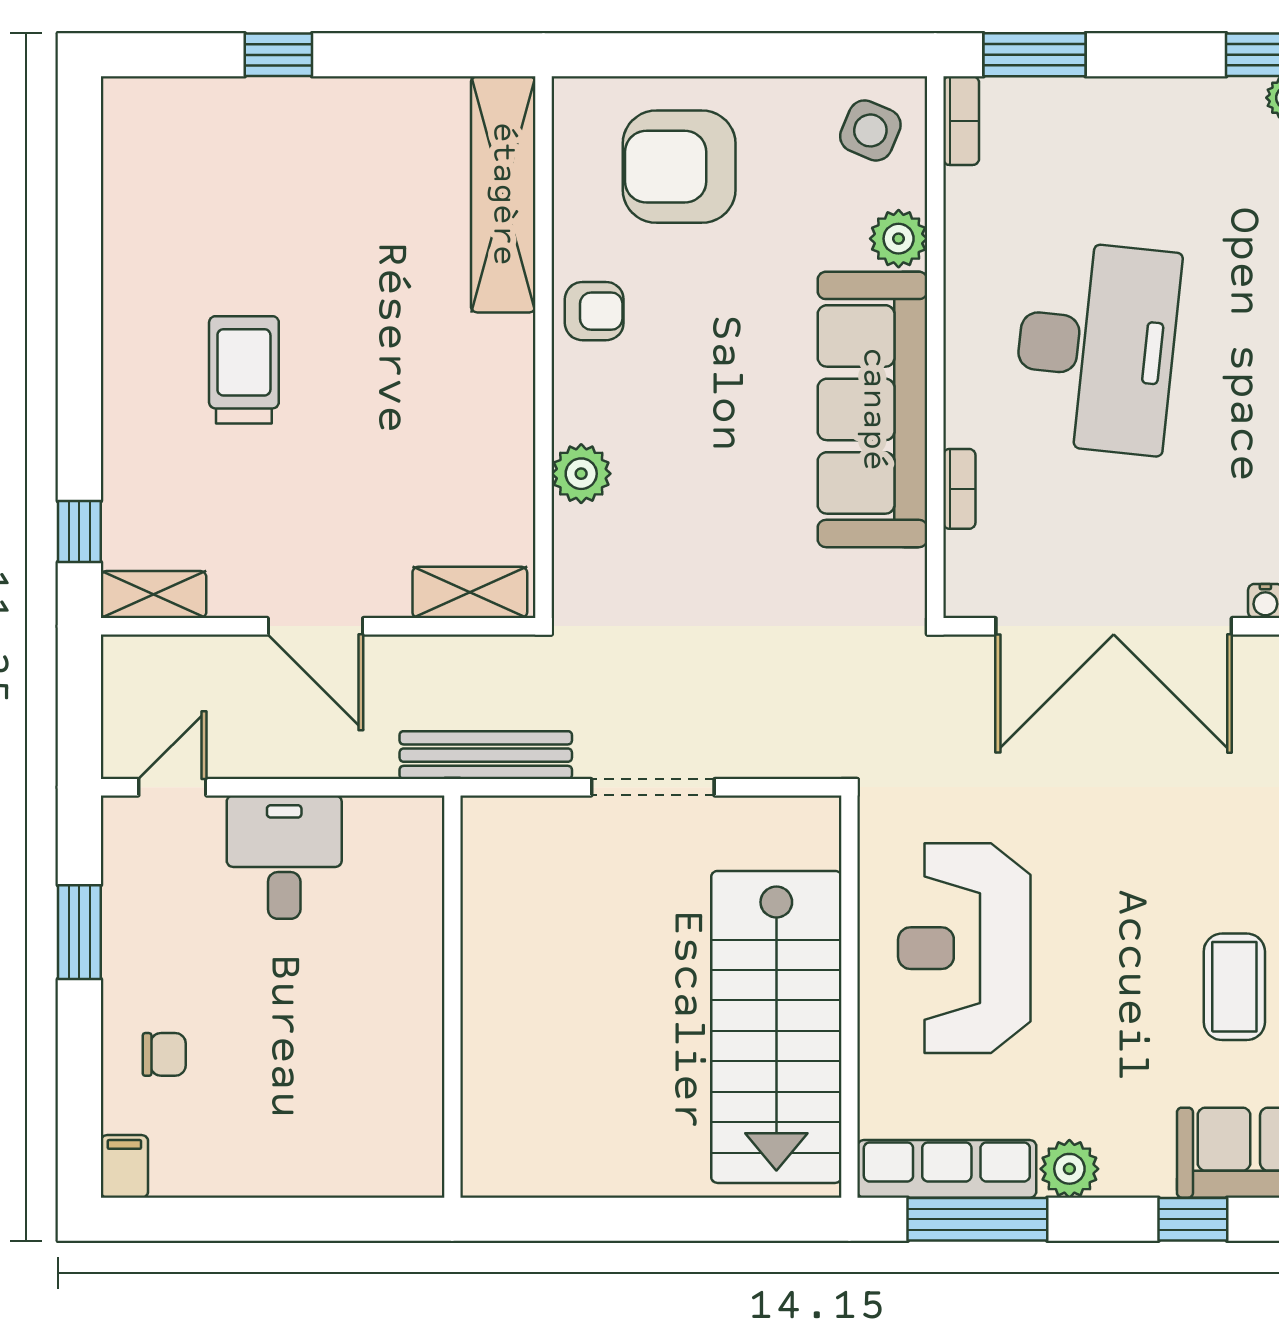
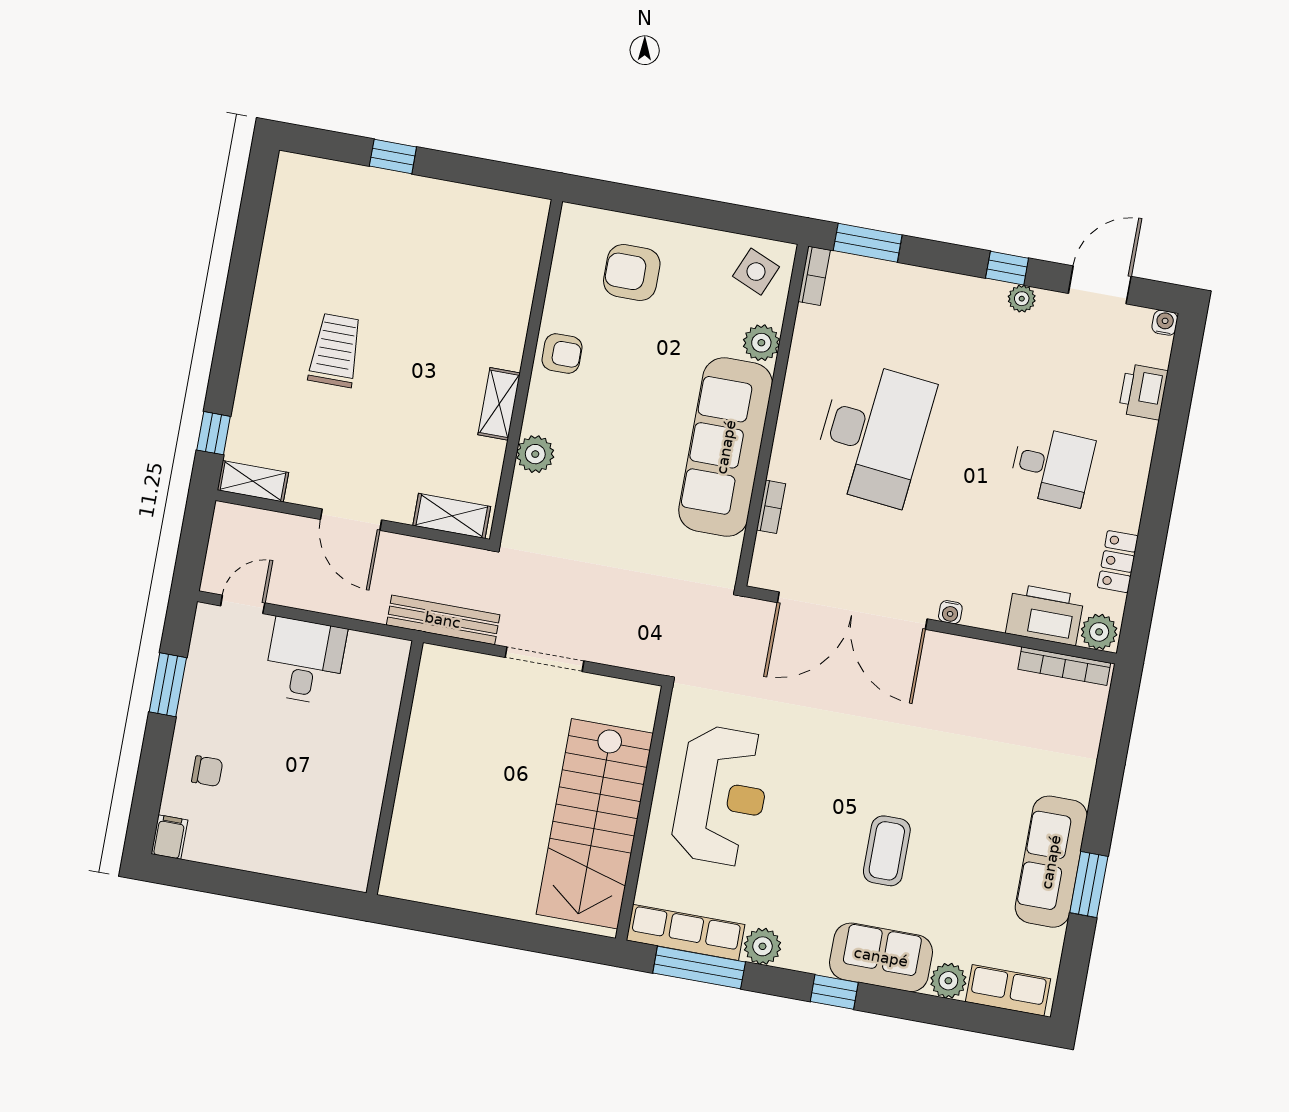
armchair: (679, 167) -> (632, 272), width x0.73, depth x0.73
shelving: (503, 194) -> (499, 404), moved, width x0.45, depth x0.75
reception desk: (964, 948) -> (722, 796), turned 180

